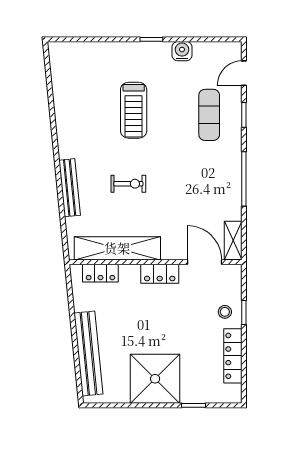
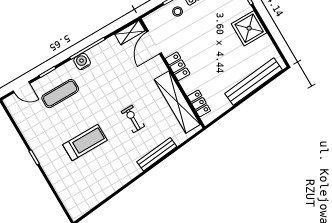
water cooler: (182, 51) -> (82, 62), moved, turned 90
shower: (155, 379) -> (249, 28), width x0.73, depth x0.73

